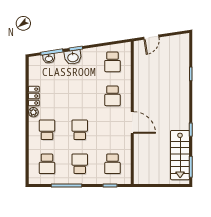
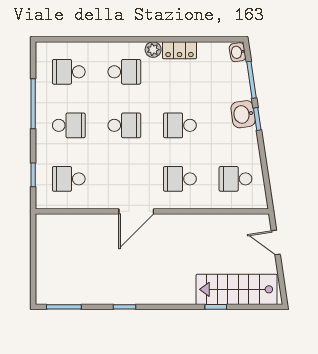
washbasin: (49, 58) -> (238, 52), moved
school desk: (80, 96) -> (180, 125), added
stairs: (180, 155) -> (237, 289), moved

